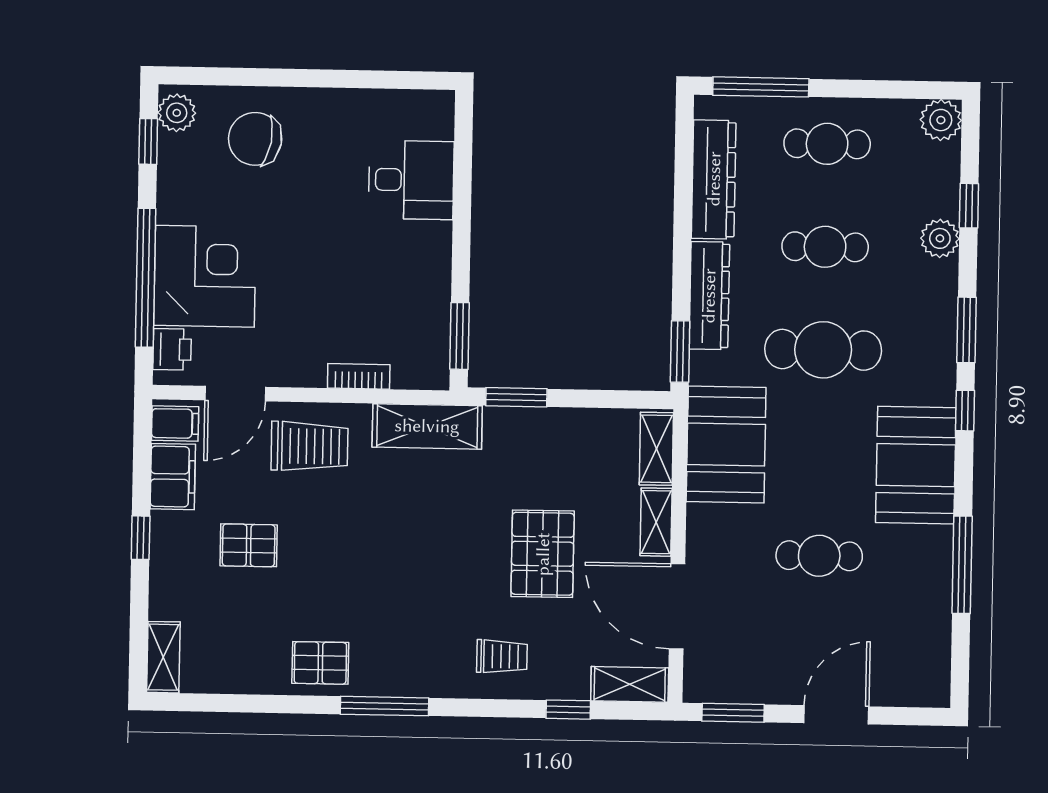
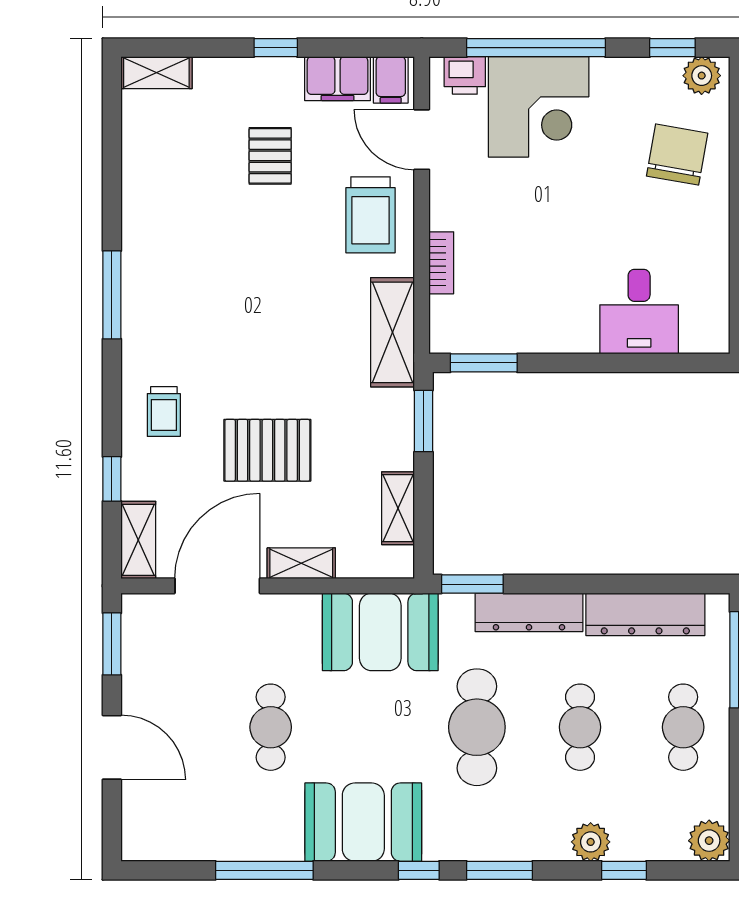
shelving: (656, 449) -> (398, 508), moved, turned 90
pallet: (320, 663) -> (154, 230), removed

